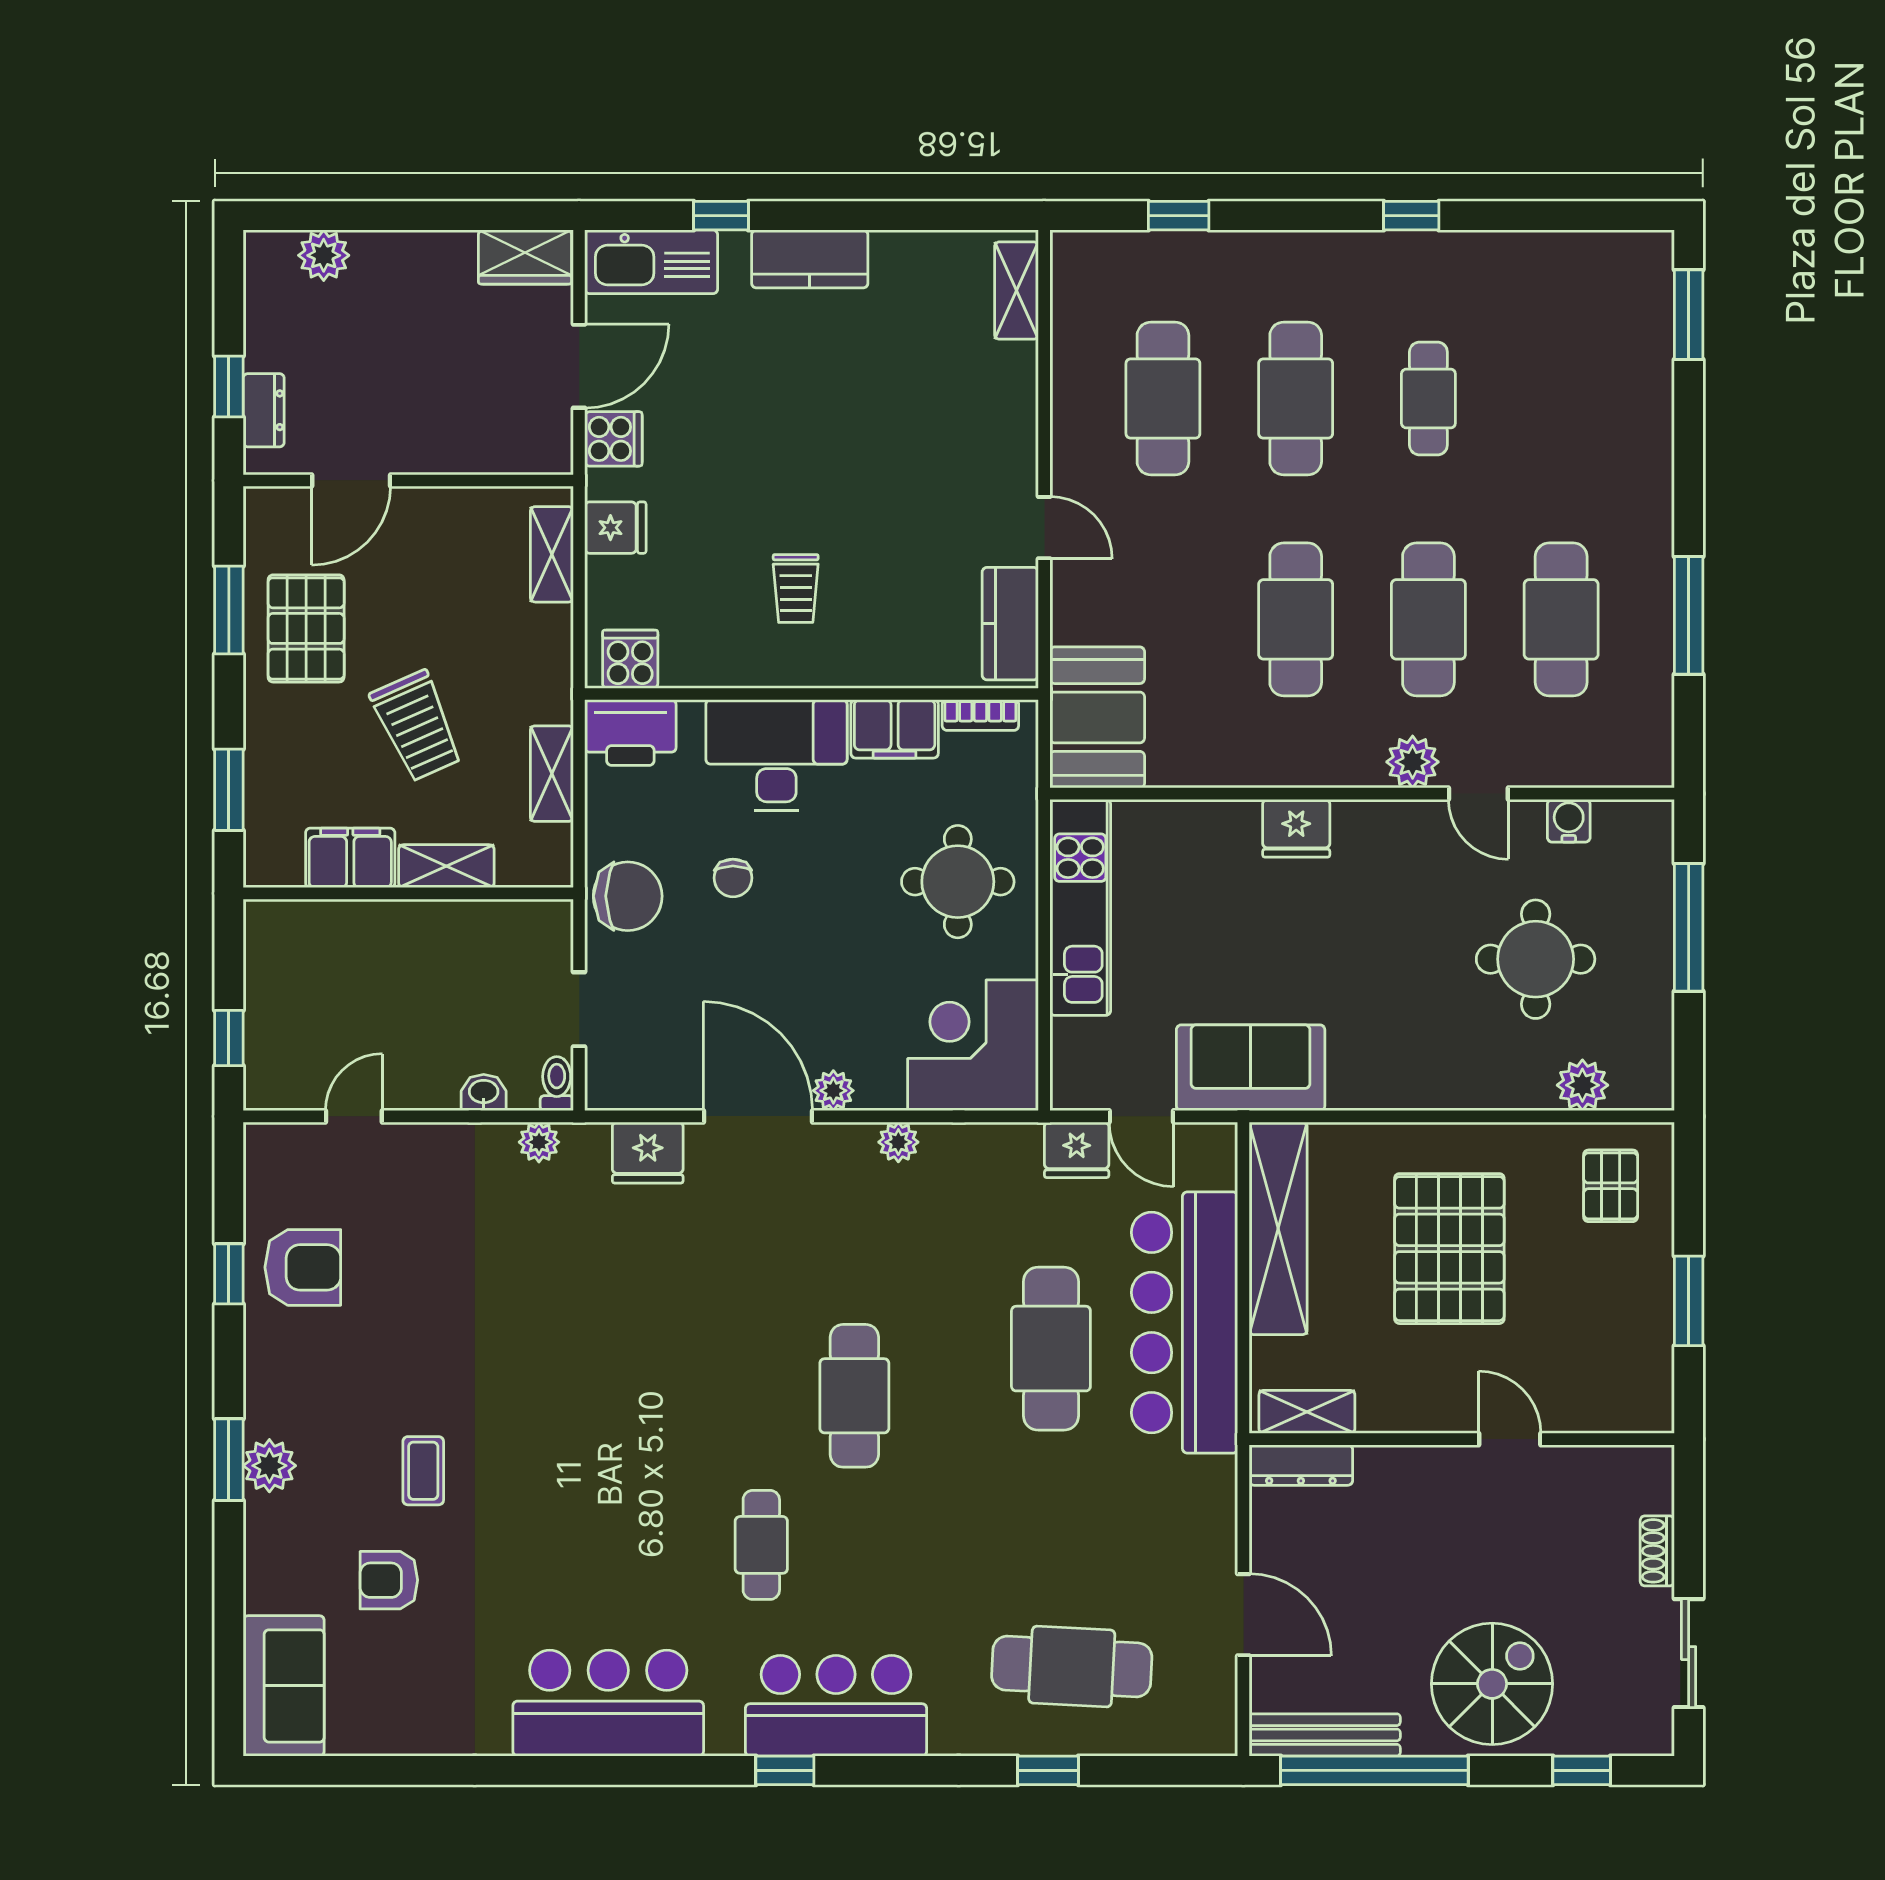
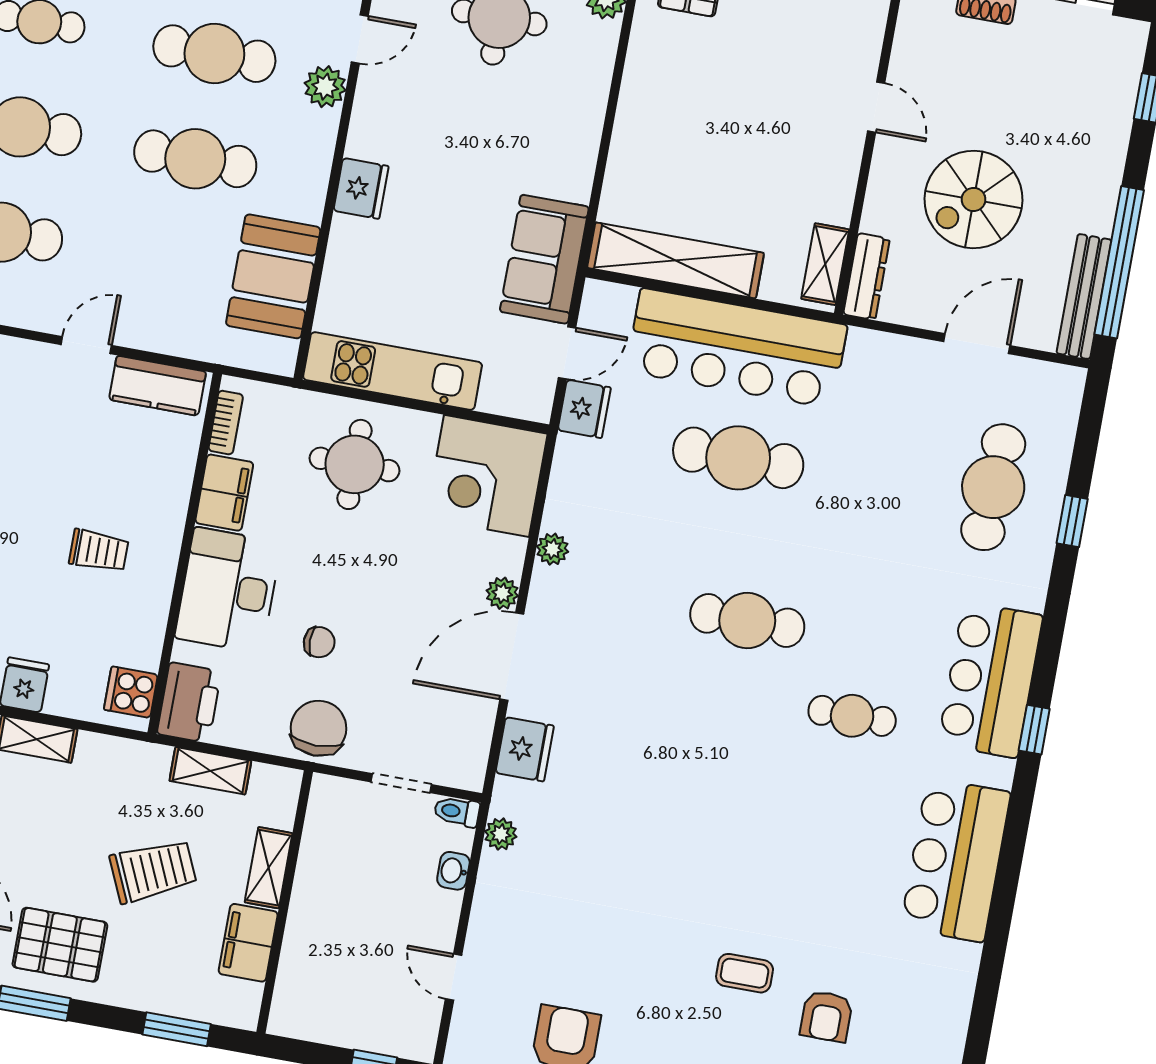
booth: (1097, 717) -> (273, 276), moved, turned 90
pallet: (1449, 1249) -> (716, 128), removed
door: (1510, 1439) -> (876, 107), swing flipped
spiral stairs: (1492, 1684) -> (974, 200), moved, turned -90

